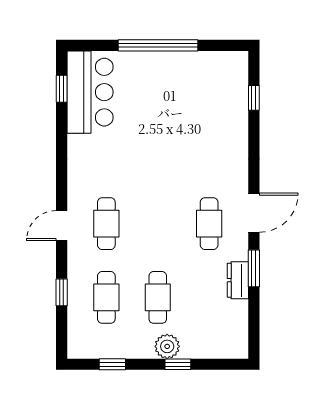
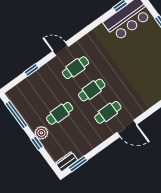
window: (254, 268) -> (78, 164), moved
dresser: (238, 280) -> (66, 162), moved
cafe table: (106, 297) -> (92, 90), moved
window: (112, 364) -> (16, 115), width x2.17

